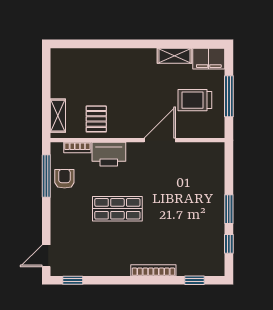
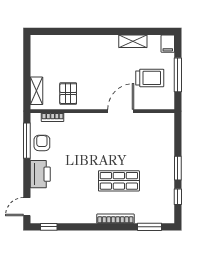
filing cabinet: (209, 59) -> (168, 44), width x0.50
trolley: (195, 100) -> (150, 78), turned 180
printer: (109, 154) -> (40, 174), moved, turned -90
shop shelf: (117, 209) -> (119, 181), moved
window: (195, 280) -> (149, 227), width x1.50

